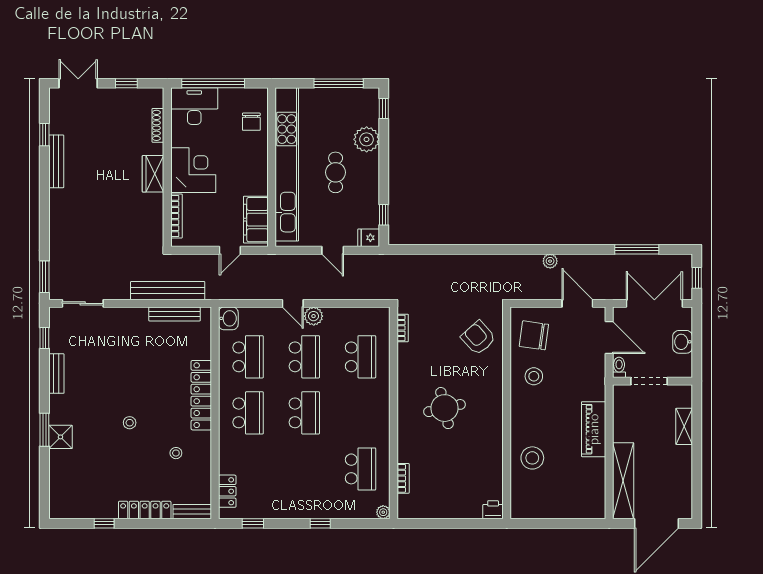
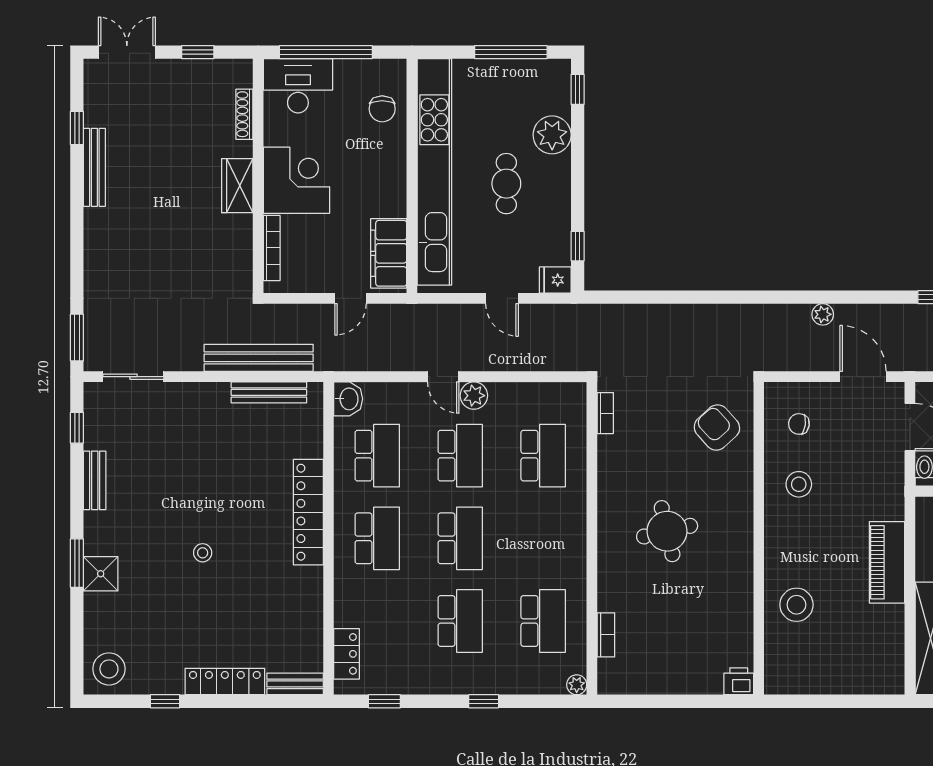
chair: (534, 335) -> (799, 424), width x0.54, depth x0.54
stool: (176, 453) -> (109, 669), moved, width x1.89, depth x1.89
school desk: (304, 469) -> (460, 621), added

